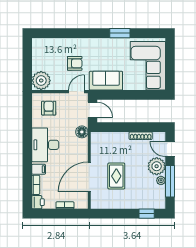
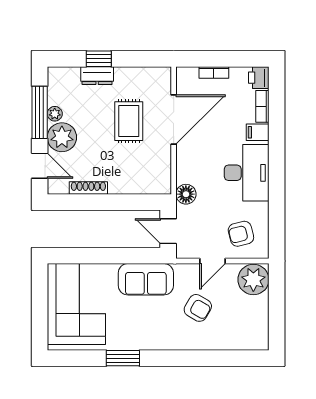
armchair: (75, 63) -> (198, 308), turned -150
door: (76, 92) -> (212, 261), moved
armchair: (49, 108) -> (241, 234), turned 76
dresser: (135, 203) -> (97, 76), added
window: (147, 214) -> (99, 59), moved

